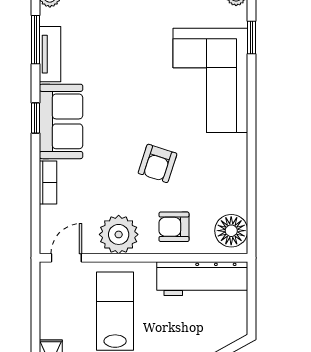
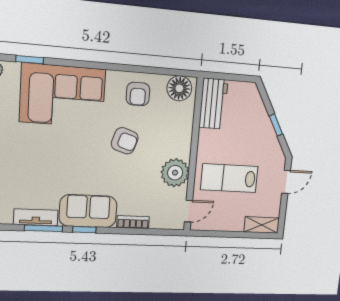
window: (36, 40) -> (44, 228), moved
armchair: (174, 227) -> (138, 94), moved
door: (66, 258) -> (189, 211), swing flipped
workbench: (202, 279) -> (213, 104), width x0.73

